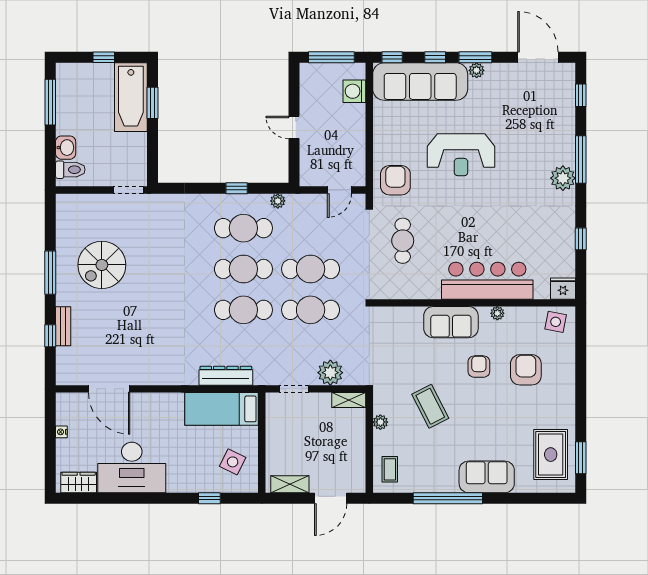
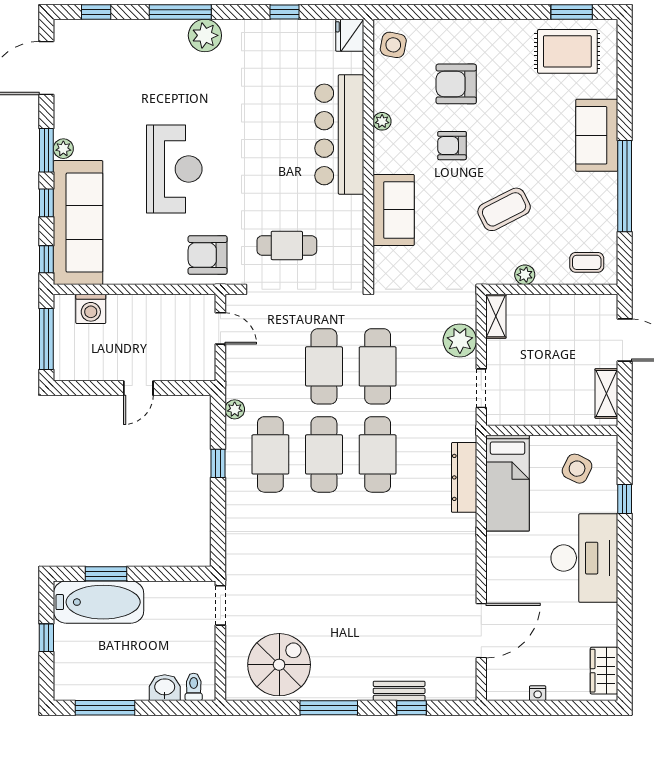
toilet: (70, 170) -> (194, 687), width x0.73, depth x0.72
spiral stairs: (102, 265) -> (279, 665), moved, turned -90
sofa: (451, 322) -> (394, 210), moved
desk: (132, 467) -> (584, 558), moved

